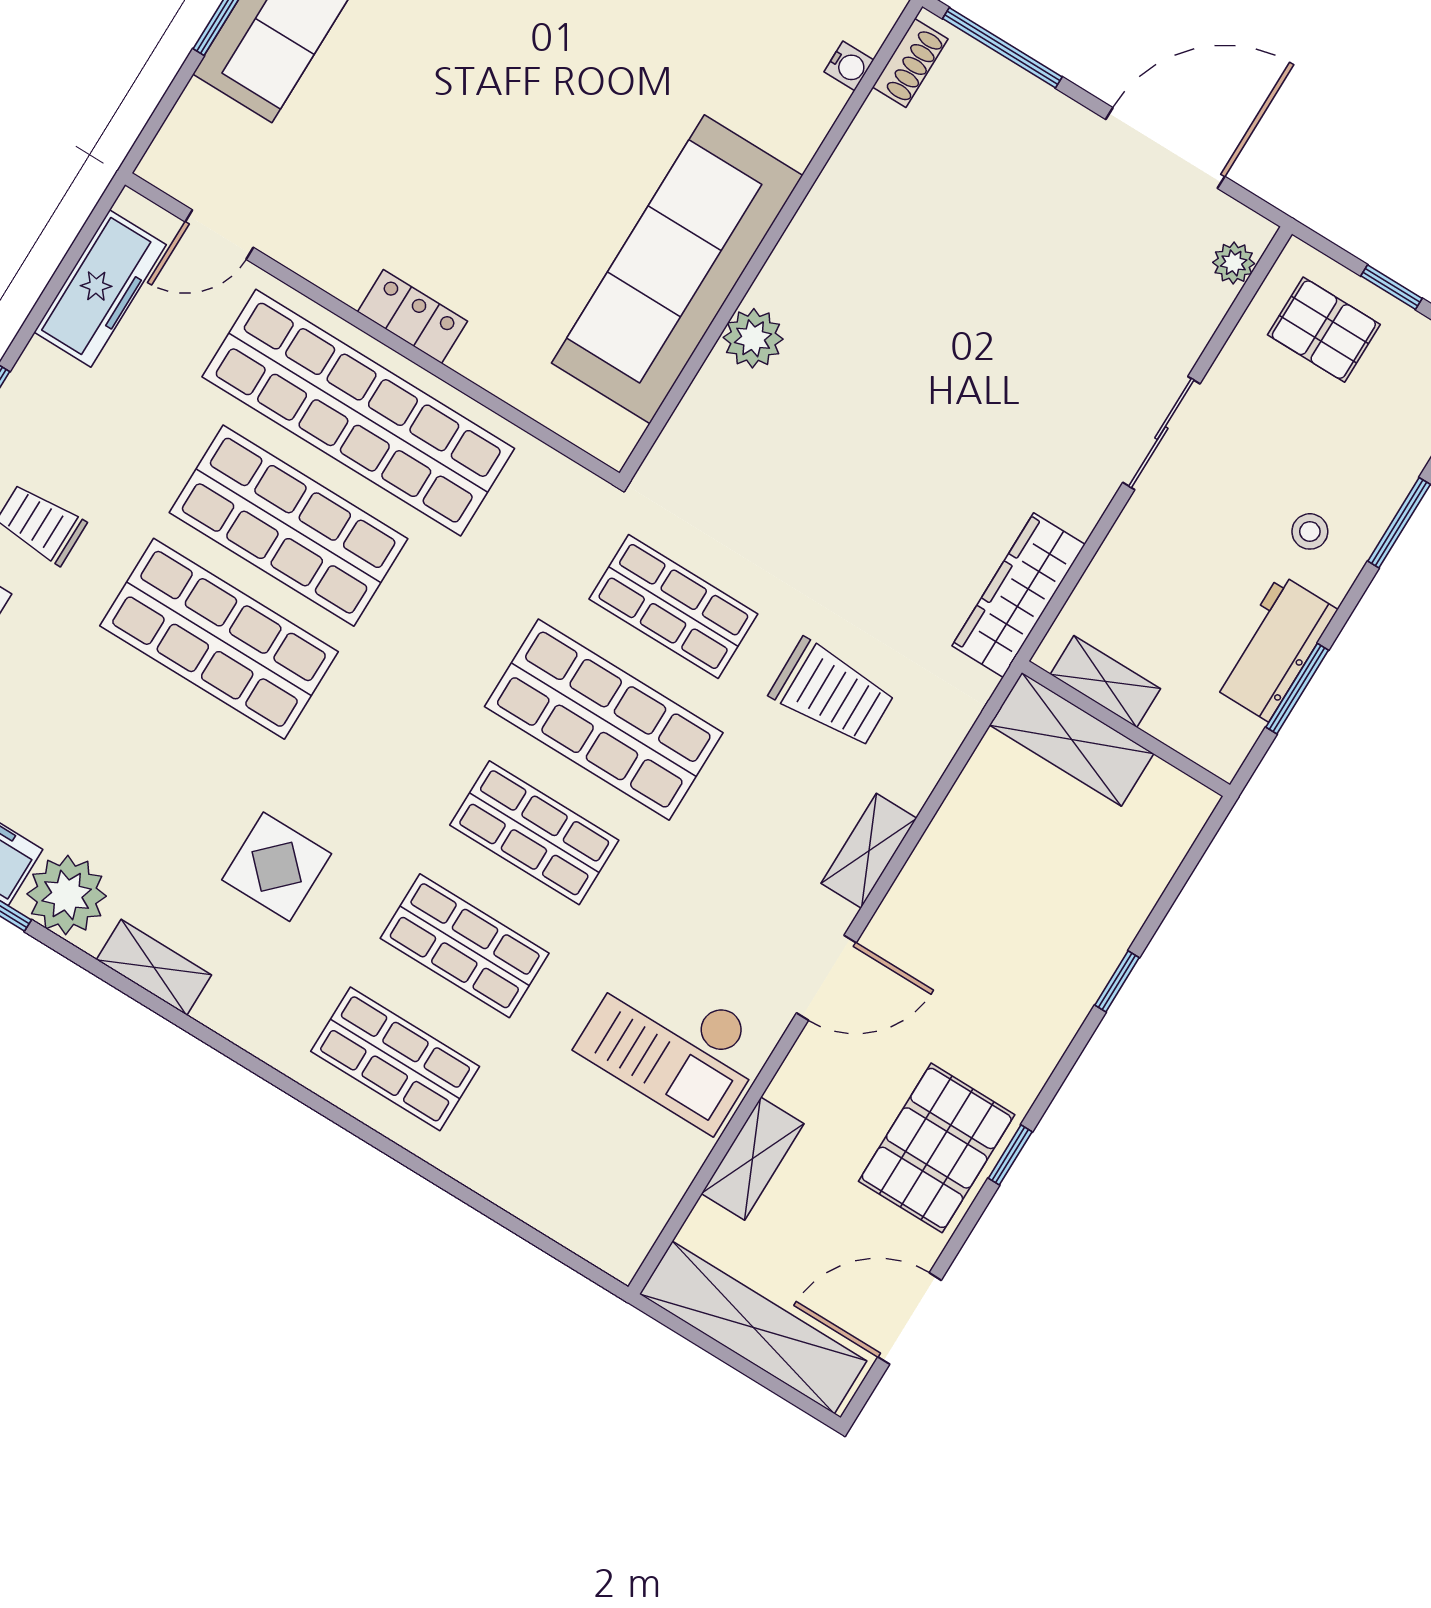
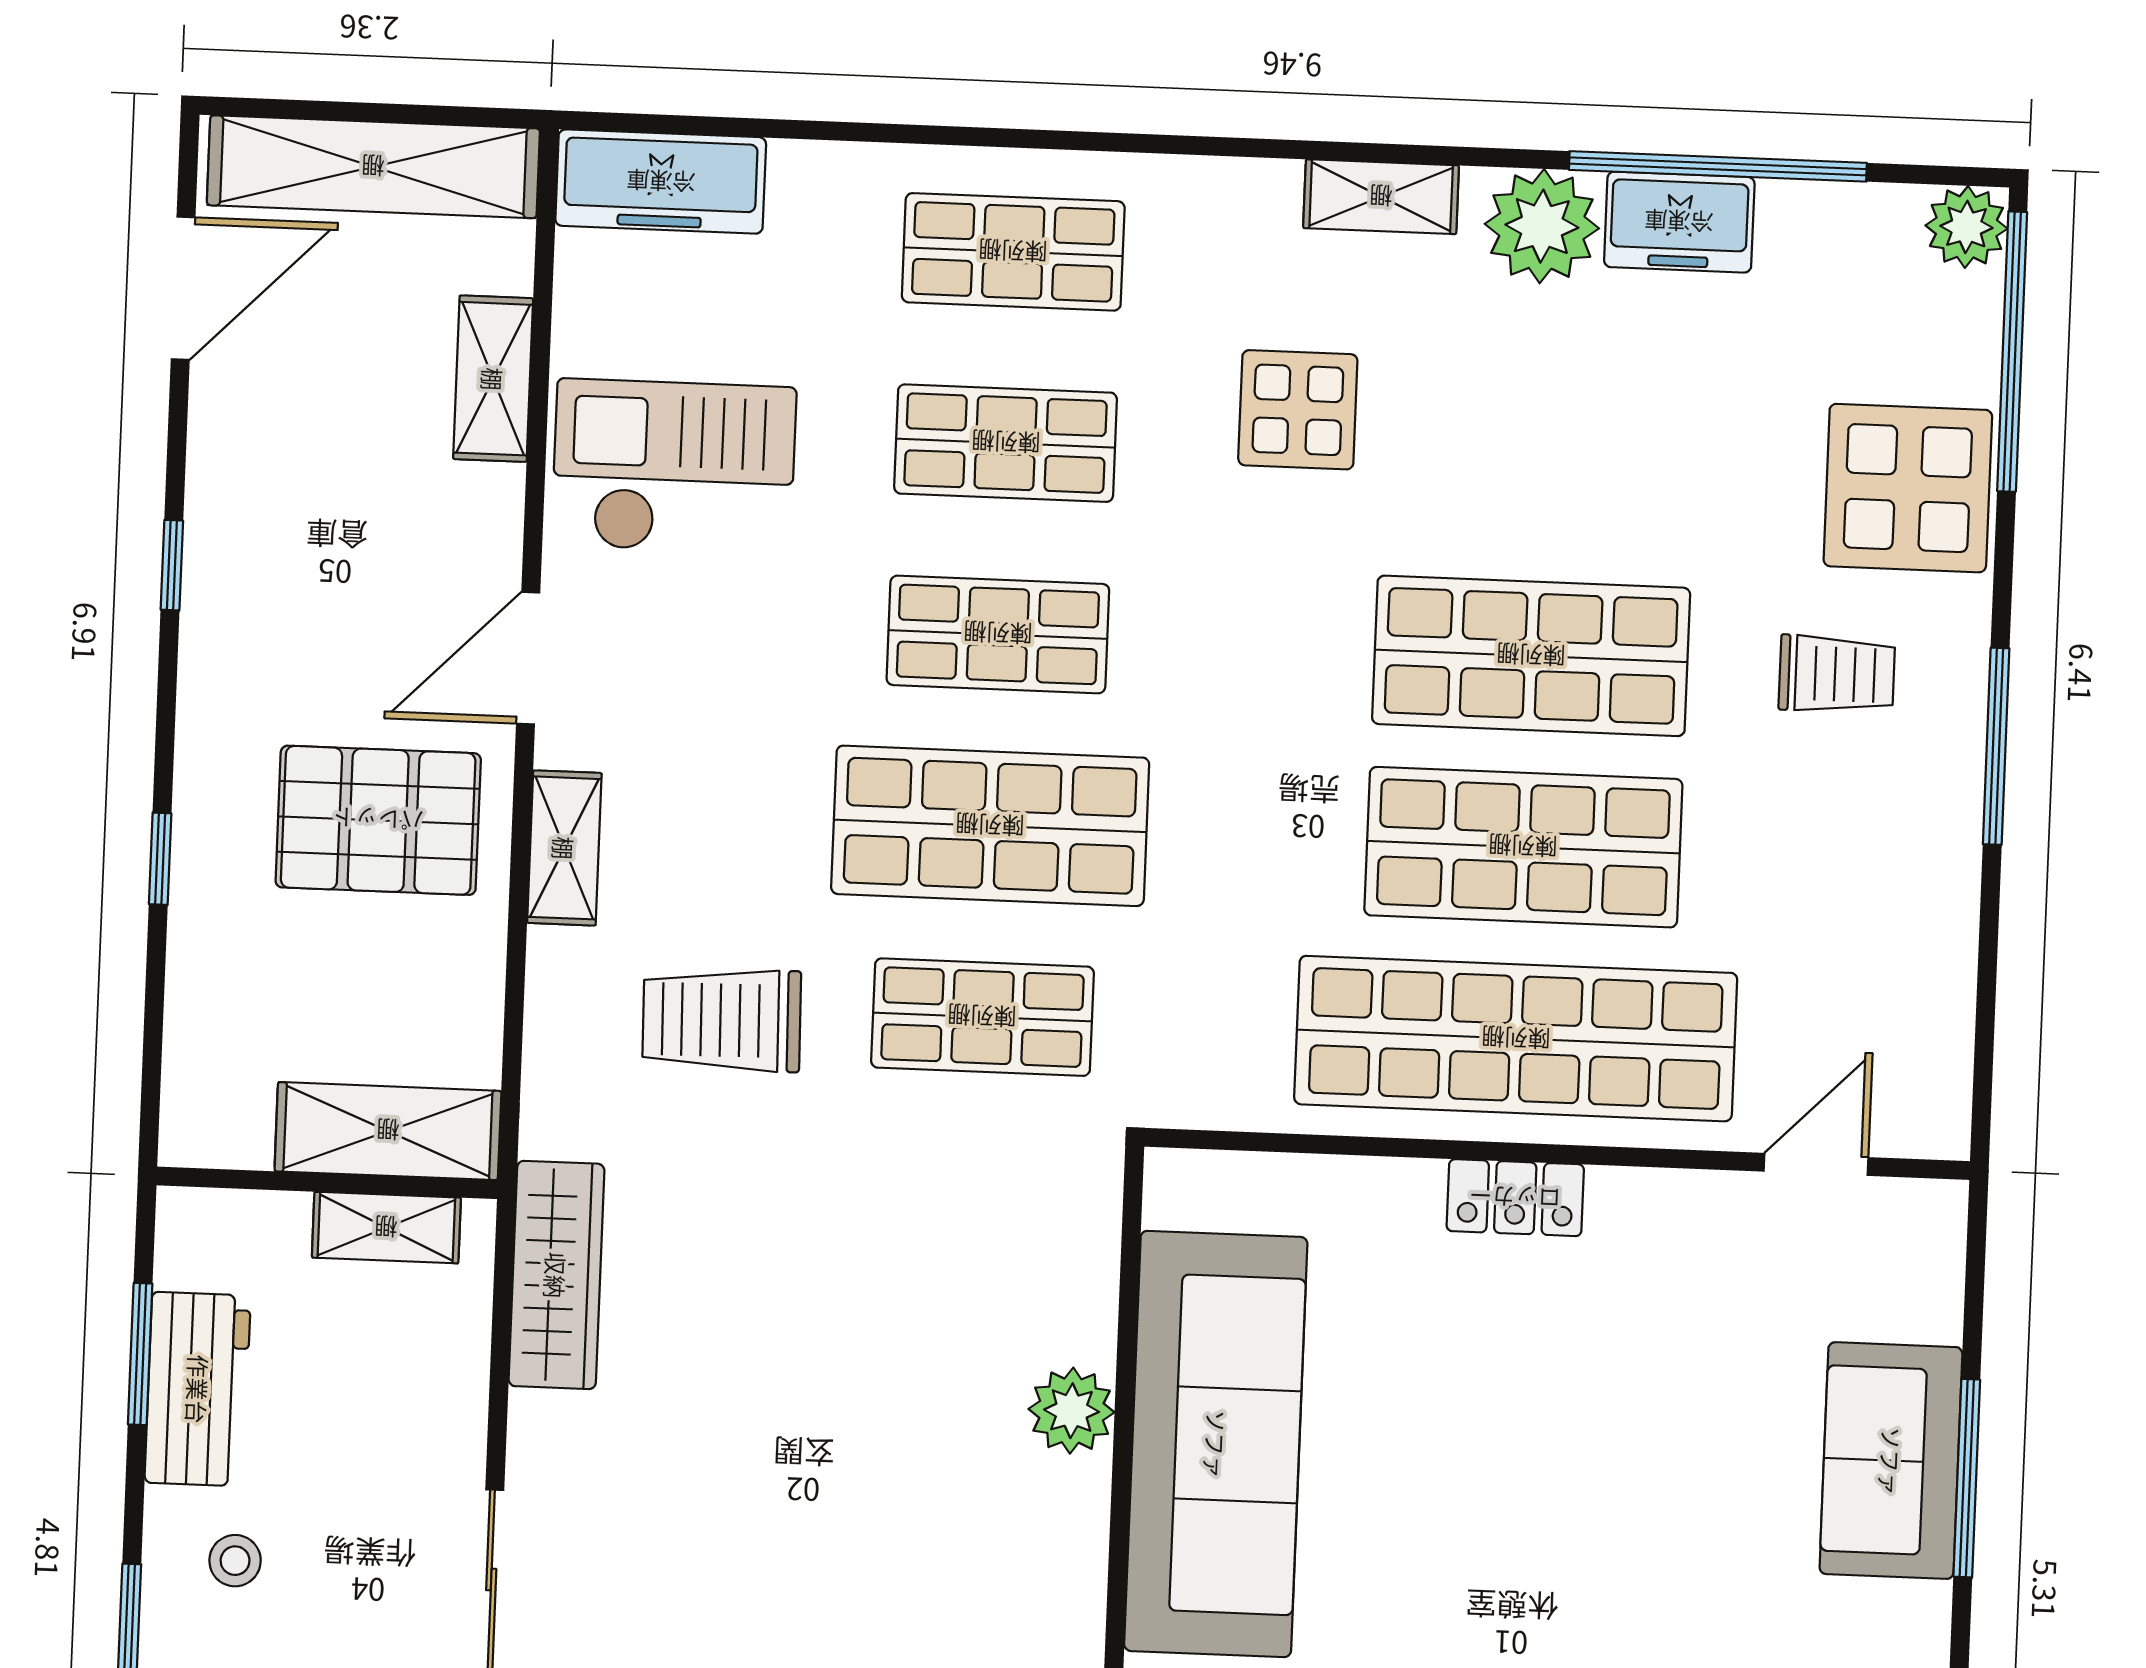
freezer: (100, 288) -> (661, 182), moved, turned -90
pallet: (937, 1148) -> (378, 820), moved, turned 90

